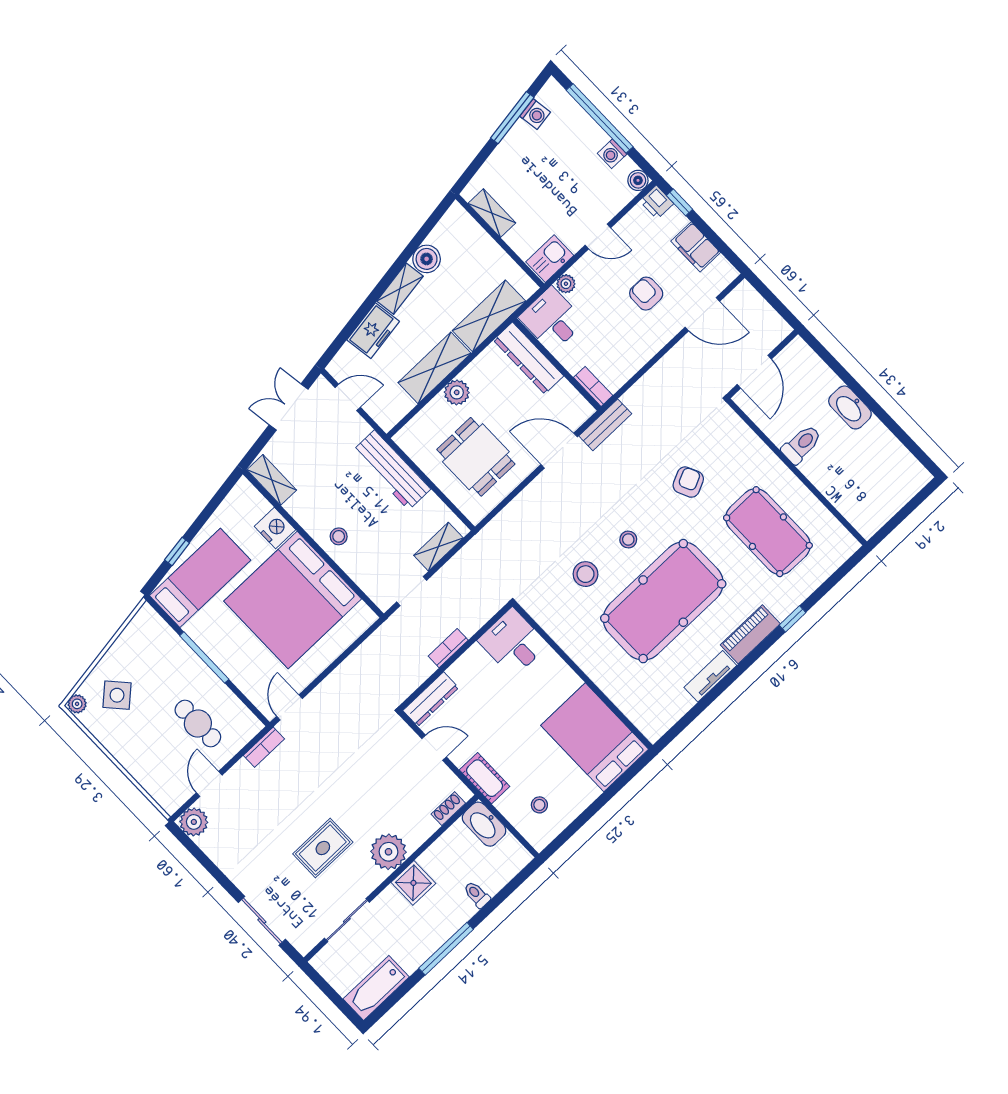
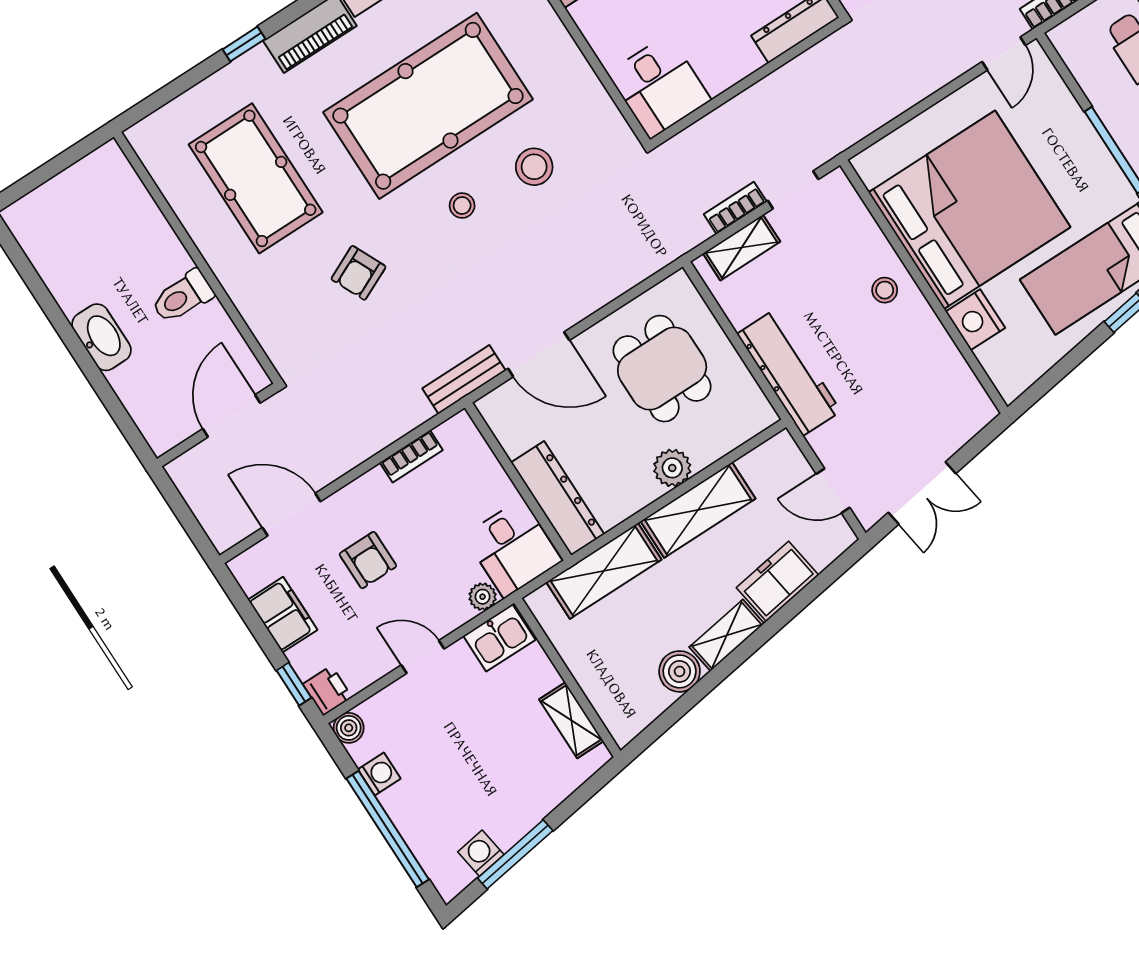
bookcase: (593, 386) -> (411, 456), moved, turned -90
shelving: (272, 480) -> (967, 391), removed
bookcase: (448, 648) -> (735, 208), moved, turned 180

